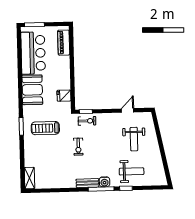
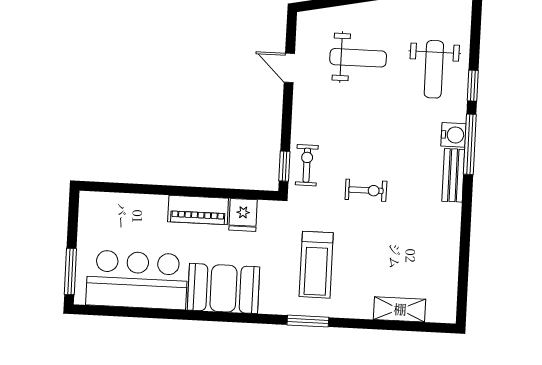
piano: (64, 43) -> (198, 210), moved
weight bench: (132, 171) -> (434, 69), turned 180
shelving: (30, 178) -> (400, 309), moved

